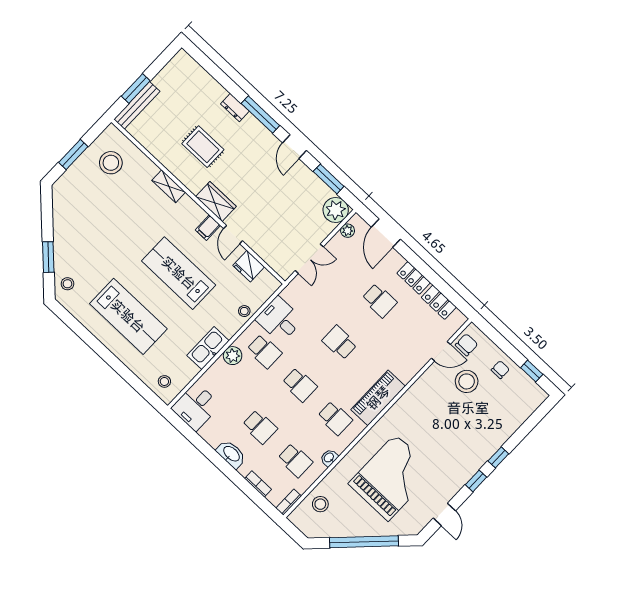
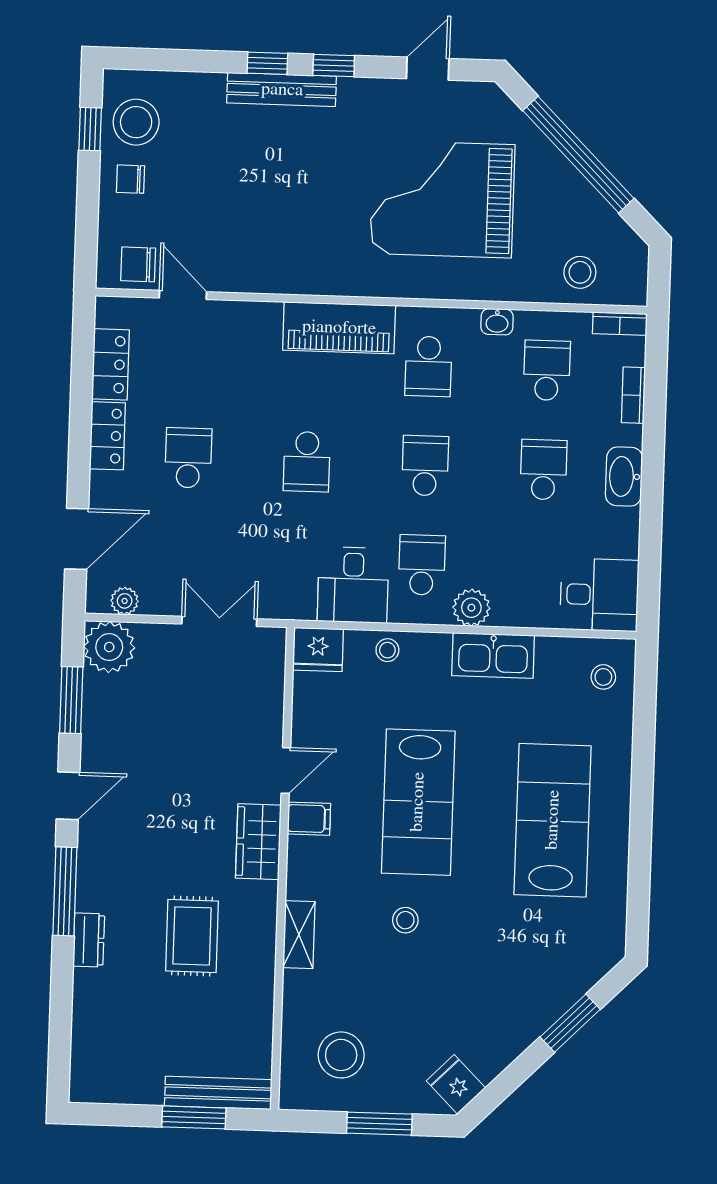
fridge: (63, 195) -> (456, 1084), added
fridge: (249, 266) -> (318, 650), moved, turned 90
stool: (67, 284) -> (405, 920), moved
stool: (467, 381) -> (136, 122), moved
school desk: (335, 418) -> (428, 366), turned 180
bench: (484, 454) -> (282, 90), added

